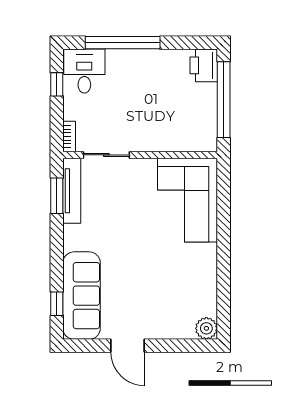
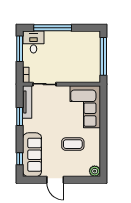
printer: (204, 65) -> (93, 39), removed
window: (57, 84) -> (20, 49), width x2.17
window: (57, 196) -> (20, 116), moved
coffee table: (163, 274) -> (73, 144), added

